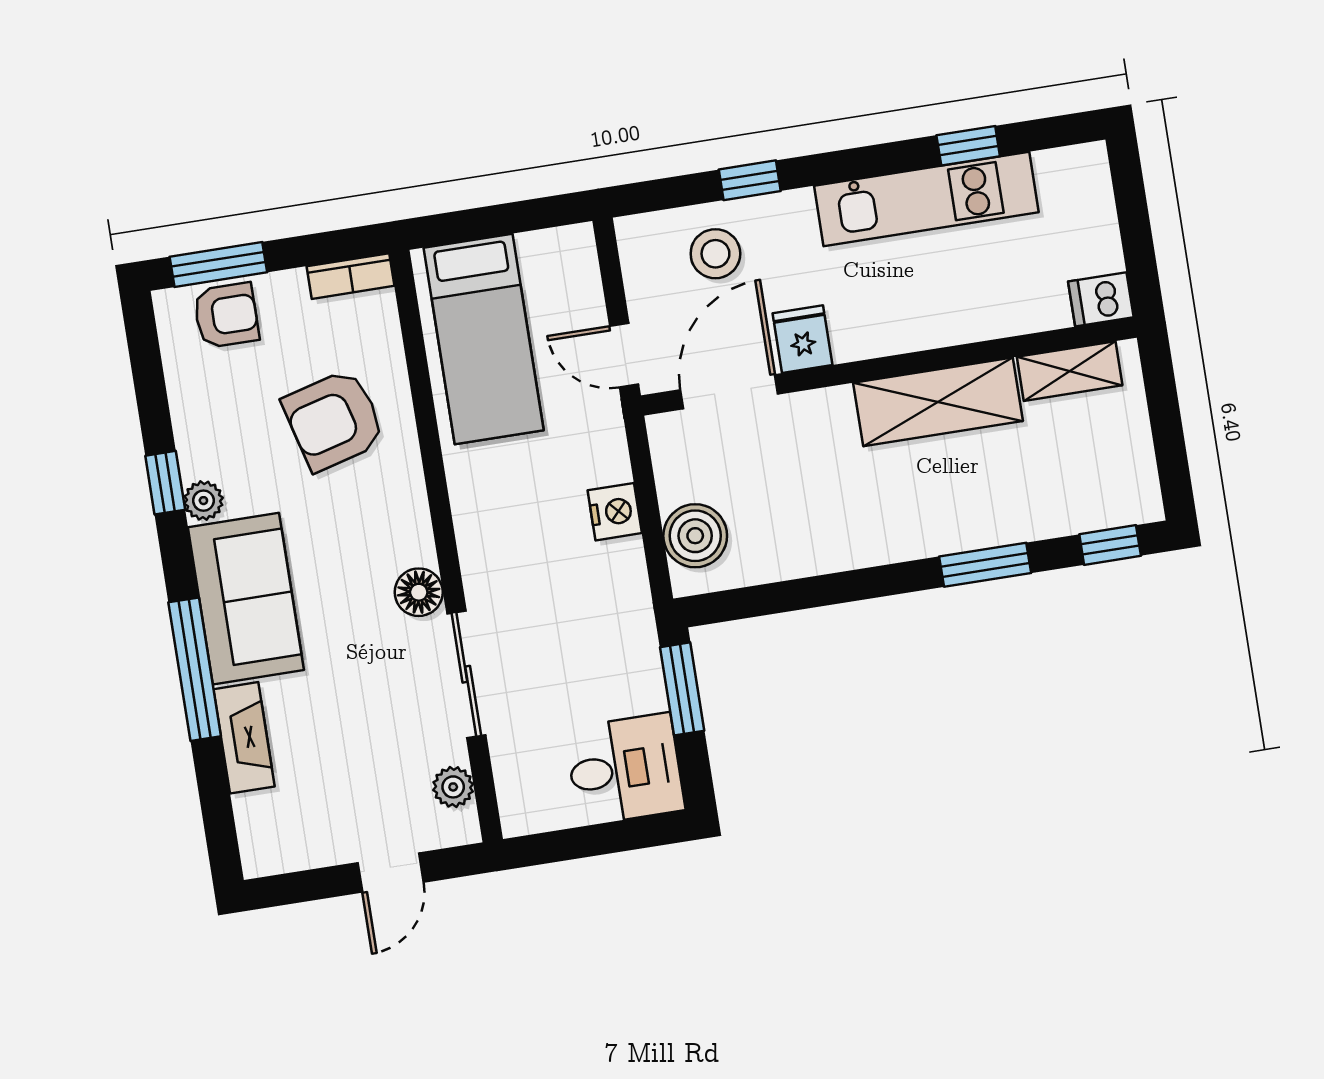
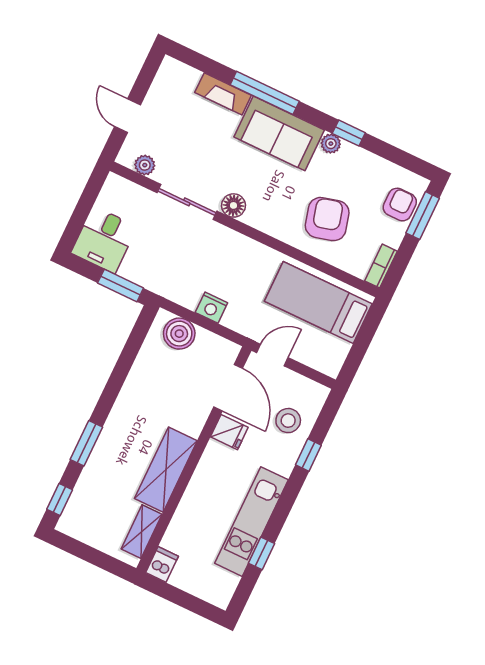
armchair: (226, 315) -> (400, 205), turned 180

